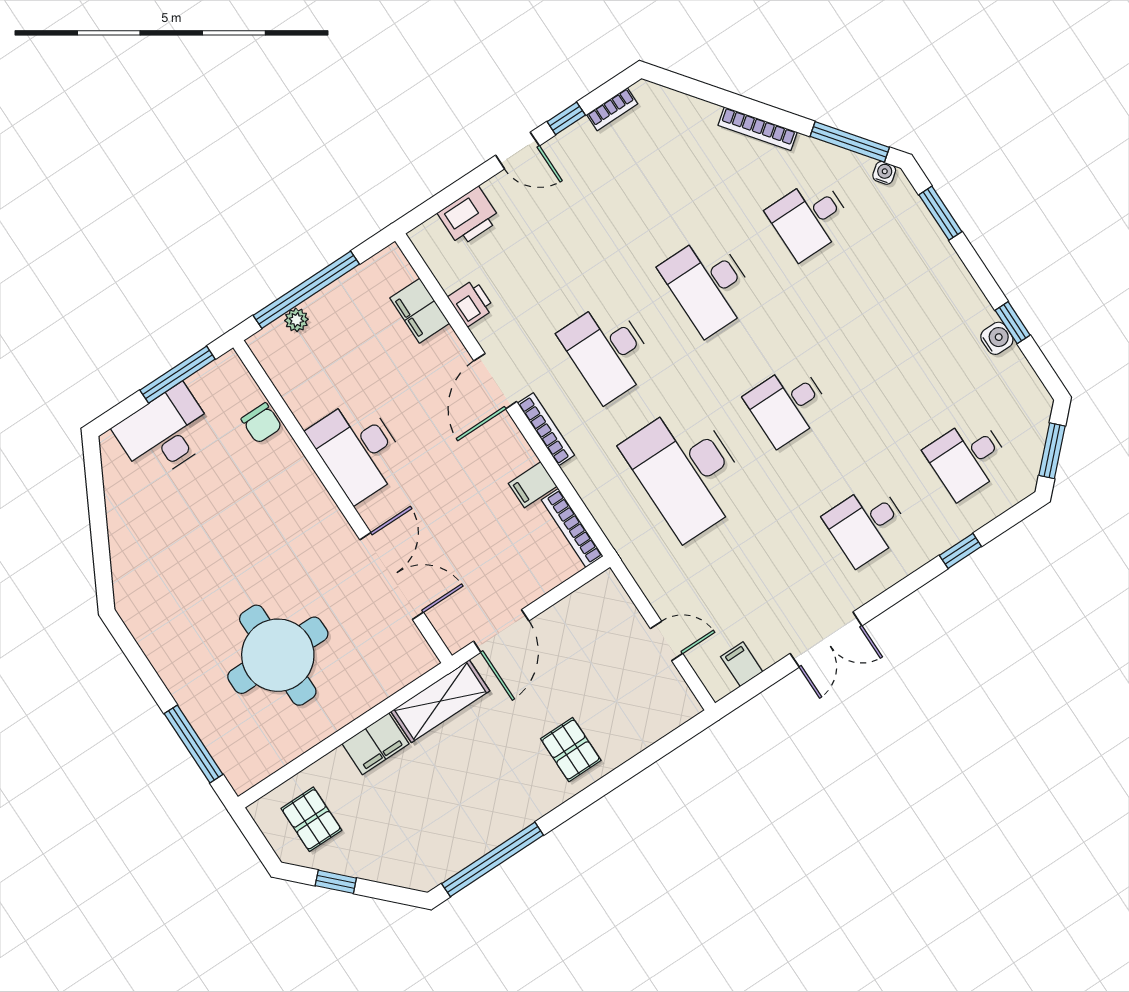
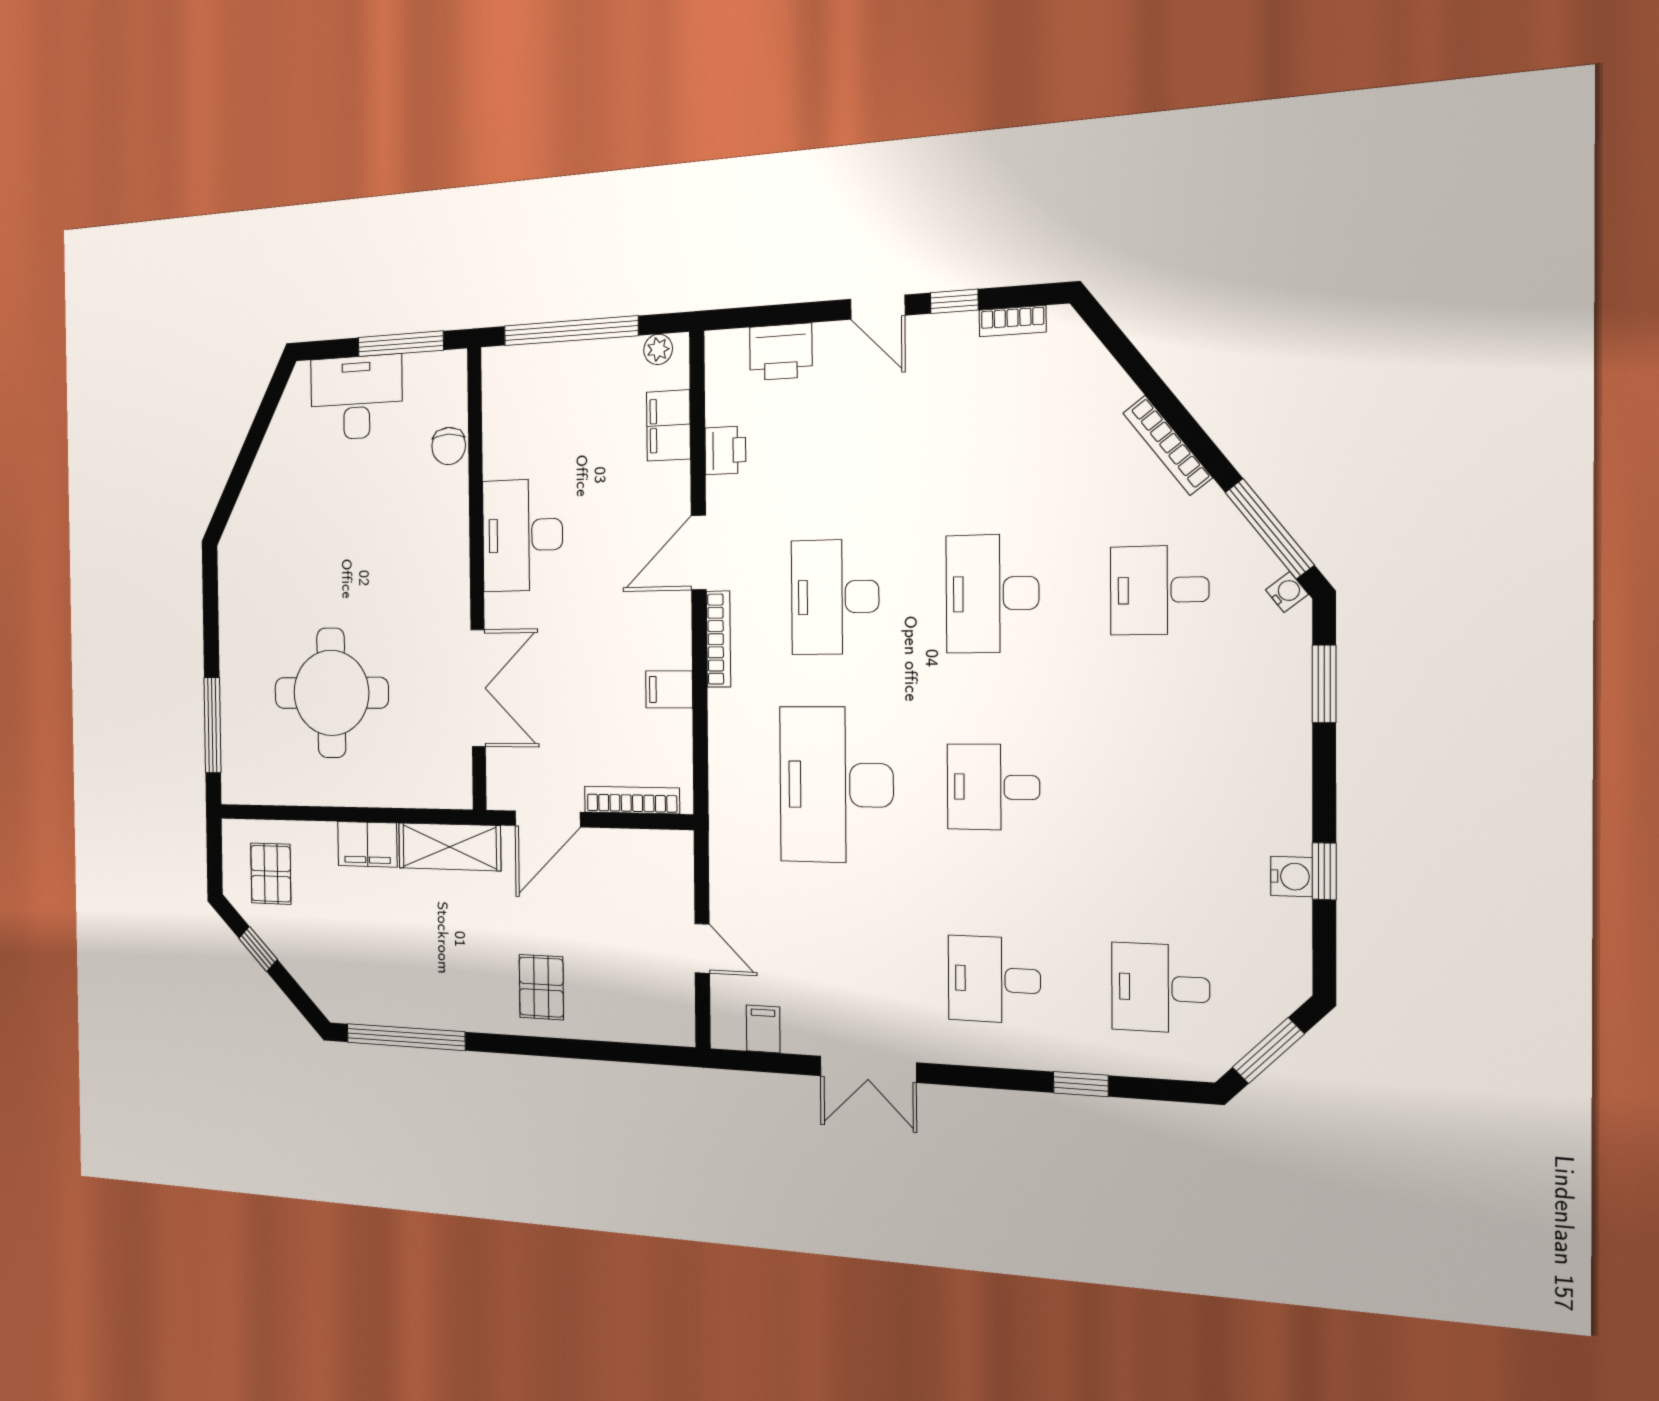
plant: (296, 320) -> (658, 349), moved
bookcase: (572, 528) -> (632, 800), moved, turned 90

